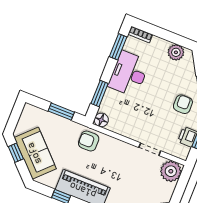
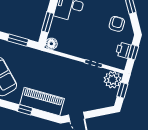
armchair: (89, 141) -> (43, 62), removed
window: (181, 185) -> (122, 90), added

